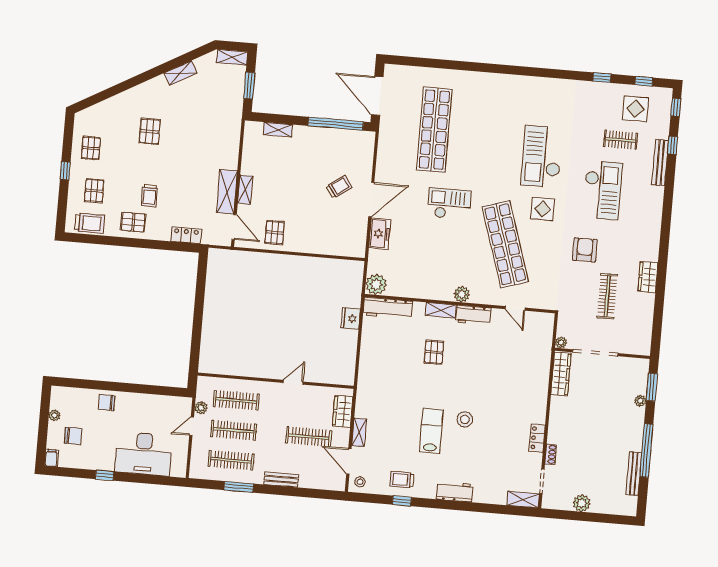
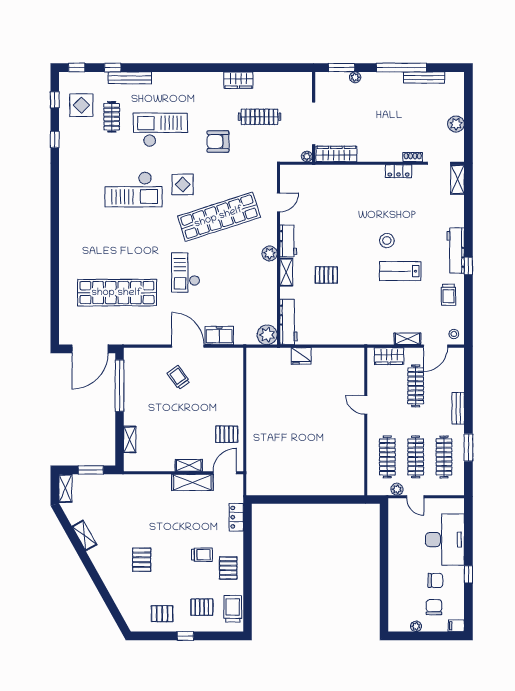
pallet: (150, 131) -> (142, 560), turned 90
chair: (107, 403) -> (435, 580), moved, turned -90
workbench: (455, 492) -> (456, 250), width x1.38
window: (402, 501) -> (468, 266), moved

